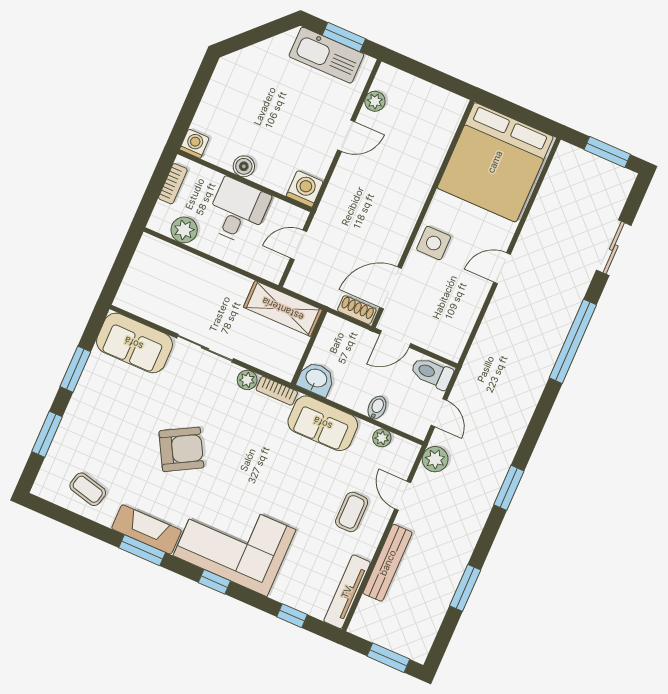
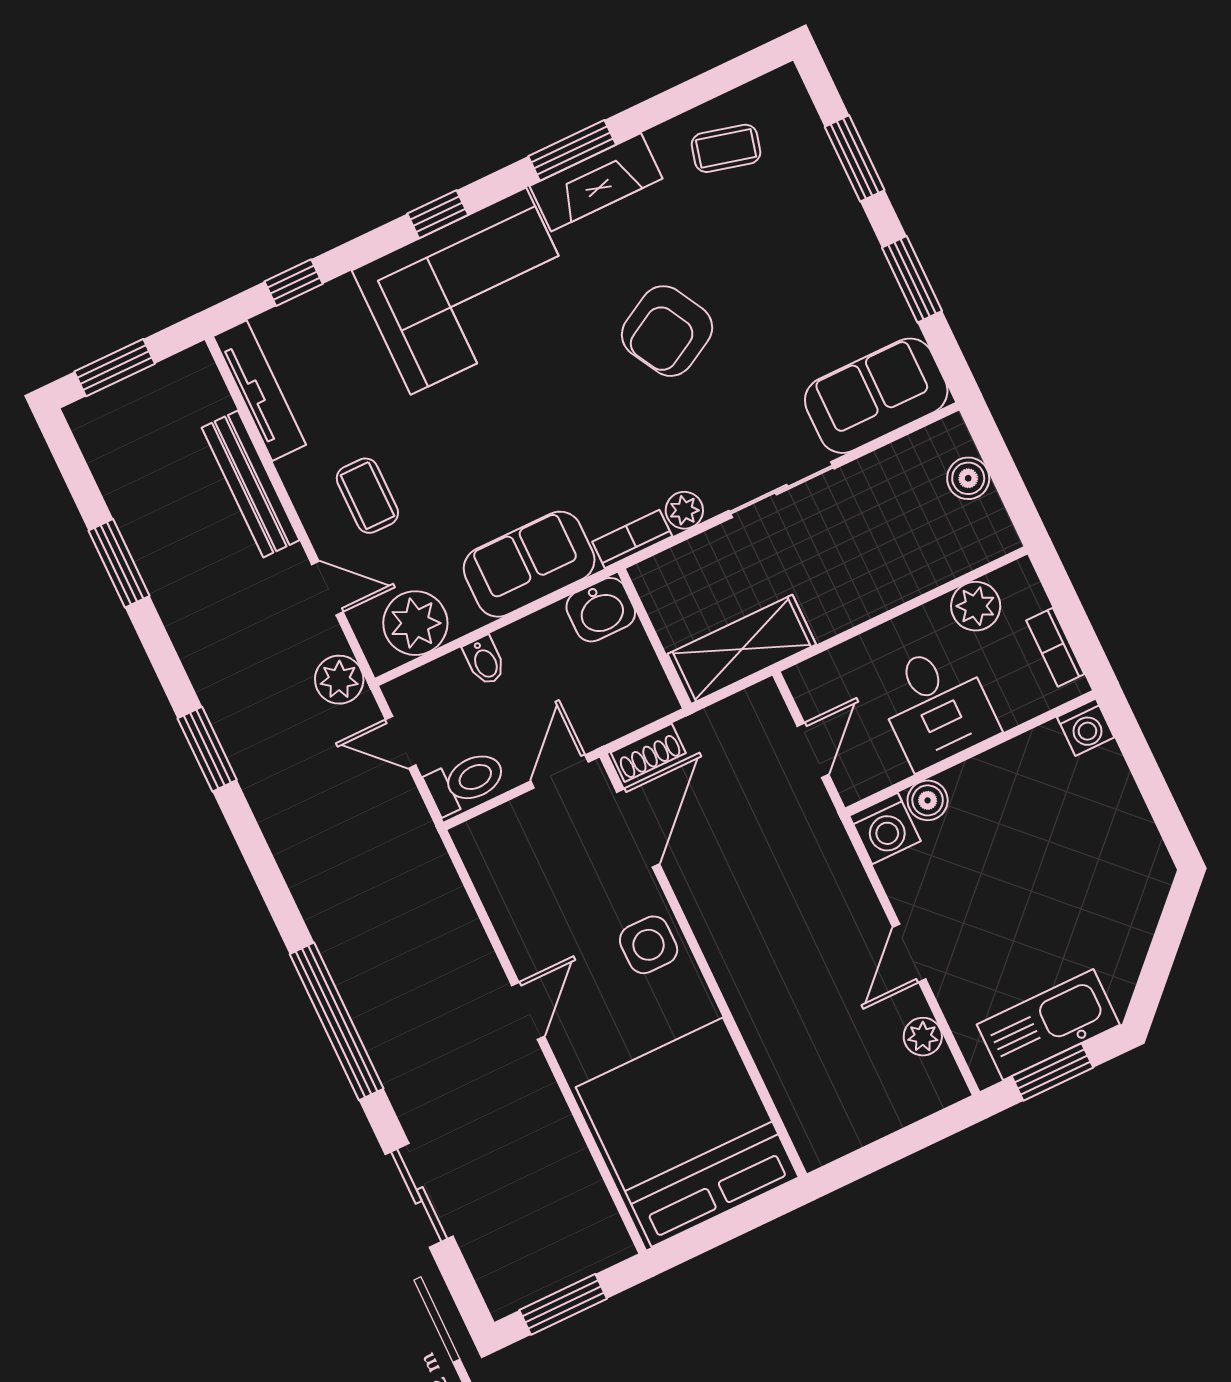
boiler: (244, 166) -> (928, 800), moved
boiler: (136, 277) -> (968, 478), added
plant: (382, 438) -> (415, 623), width x1.88, depth x1.88

